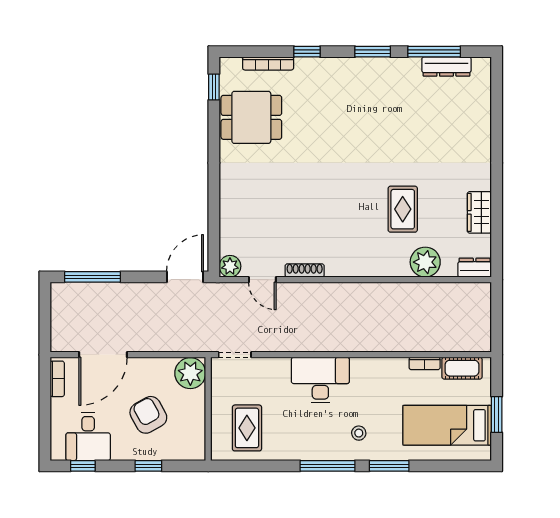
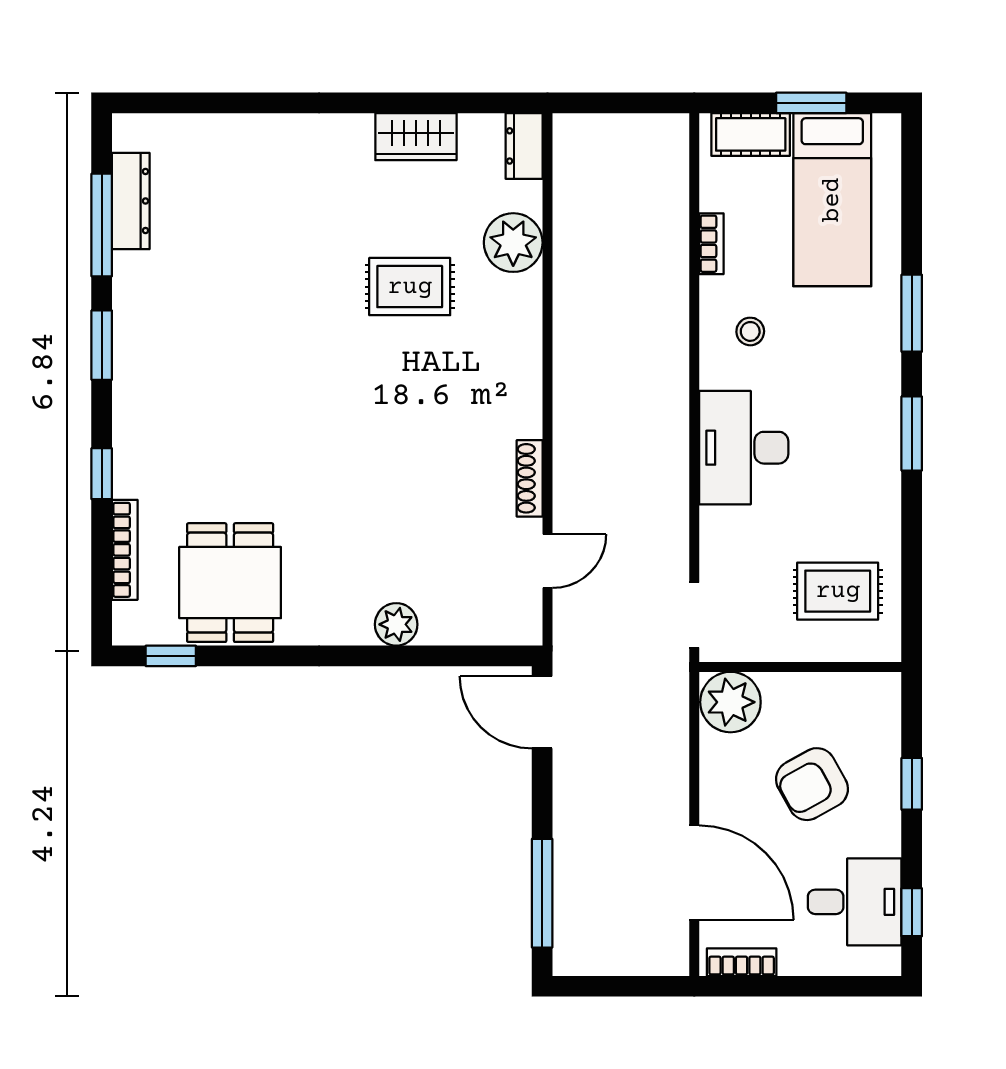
plant: (230, 266) -> (396, 624), moved
cot: (462, 368) -> (751, 134), moved, turned 90
stool: (359, 433) -> (750, 331), moved
window: (328, 466) -> (912, 434), width x0.69

